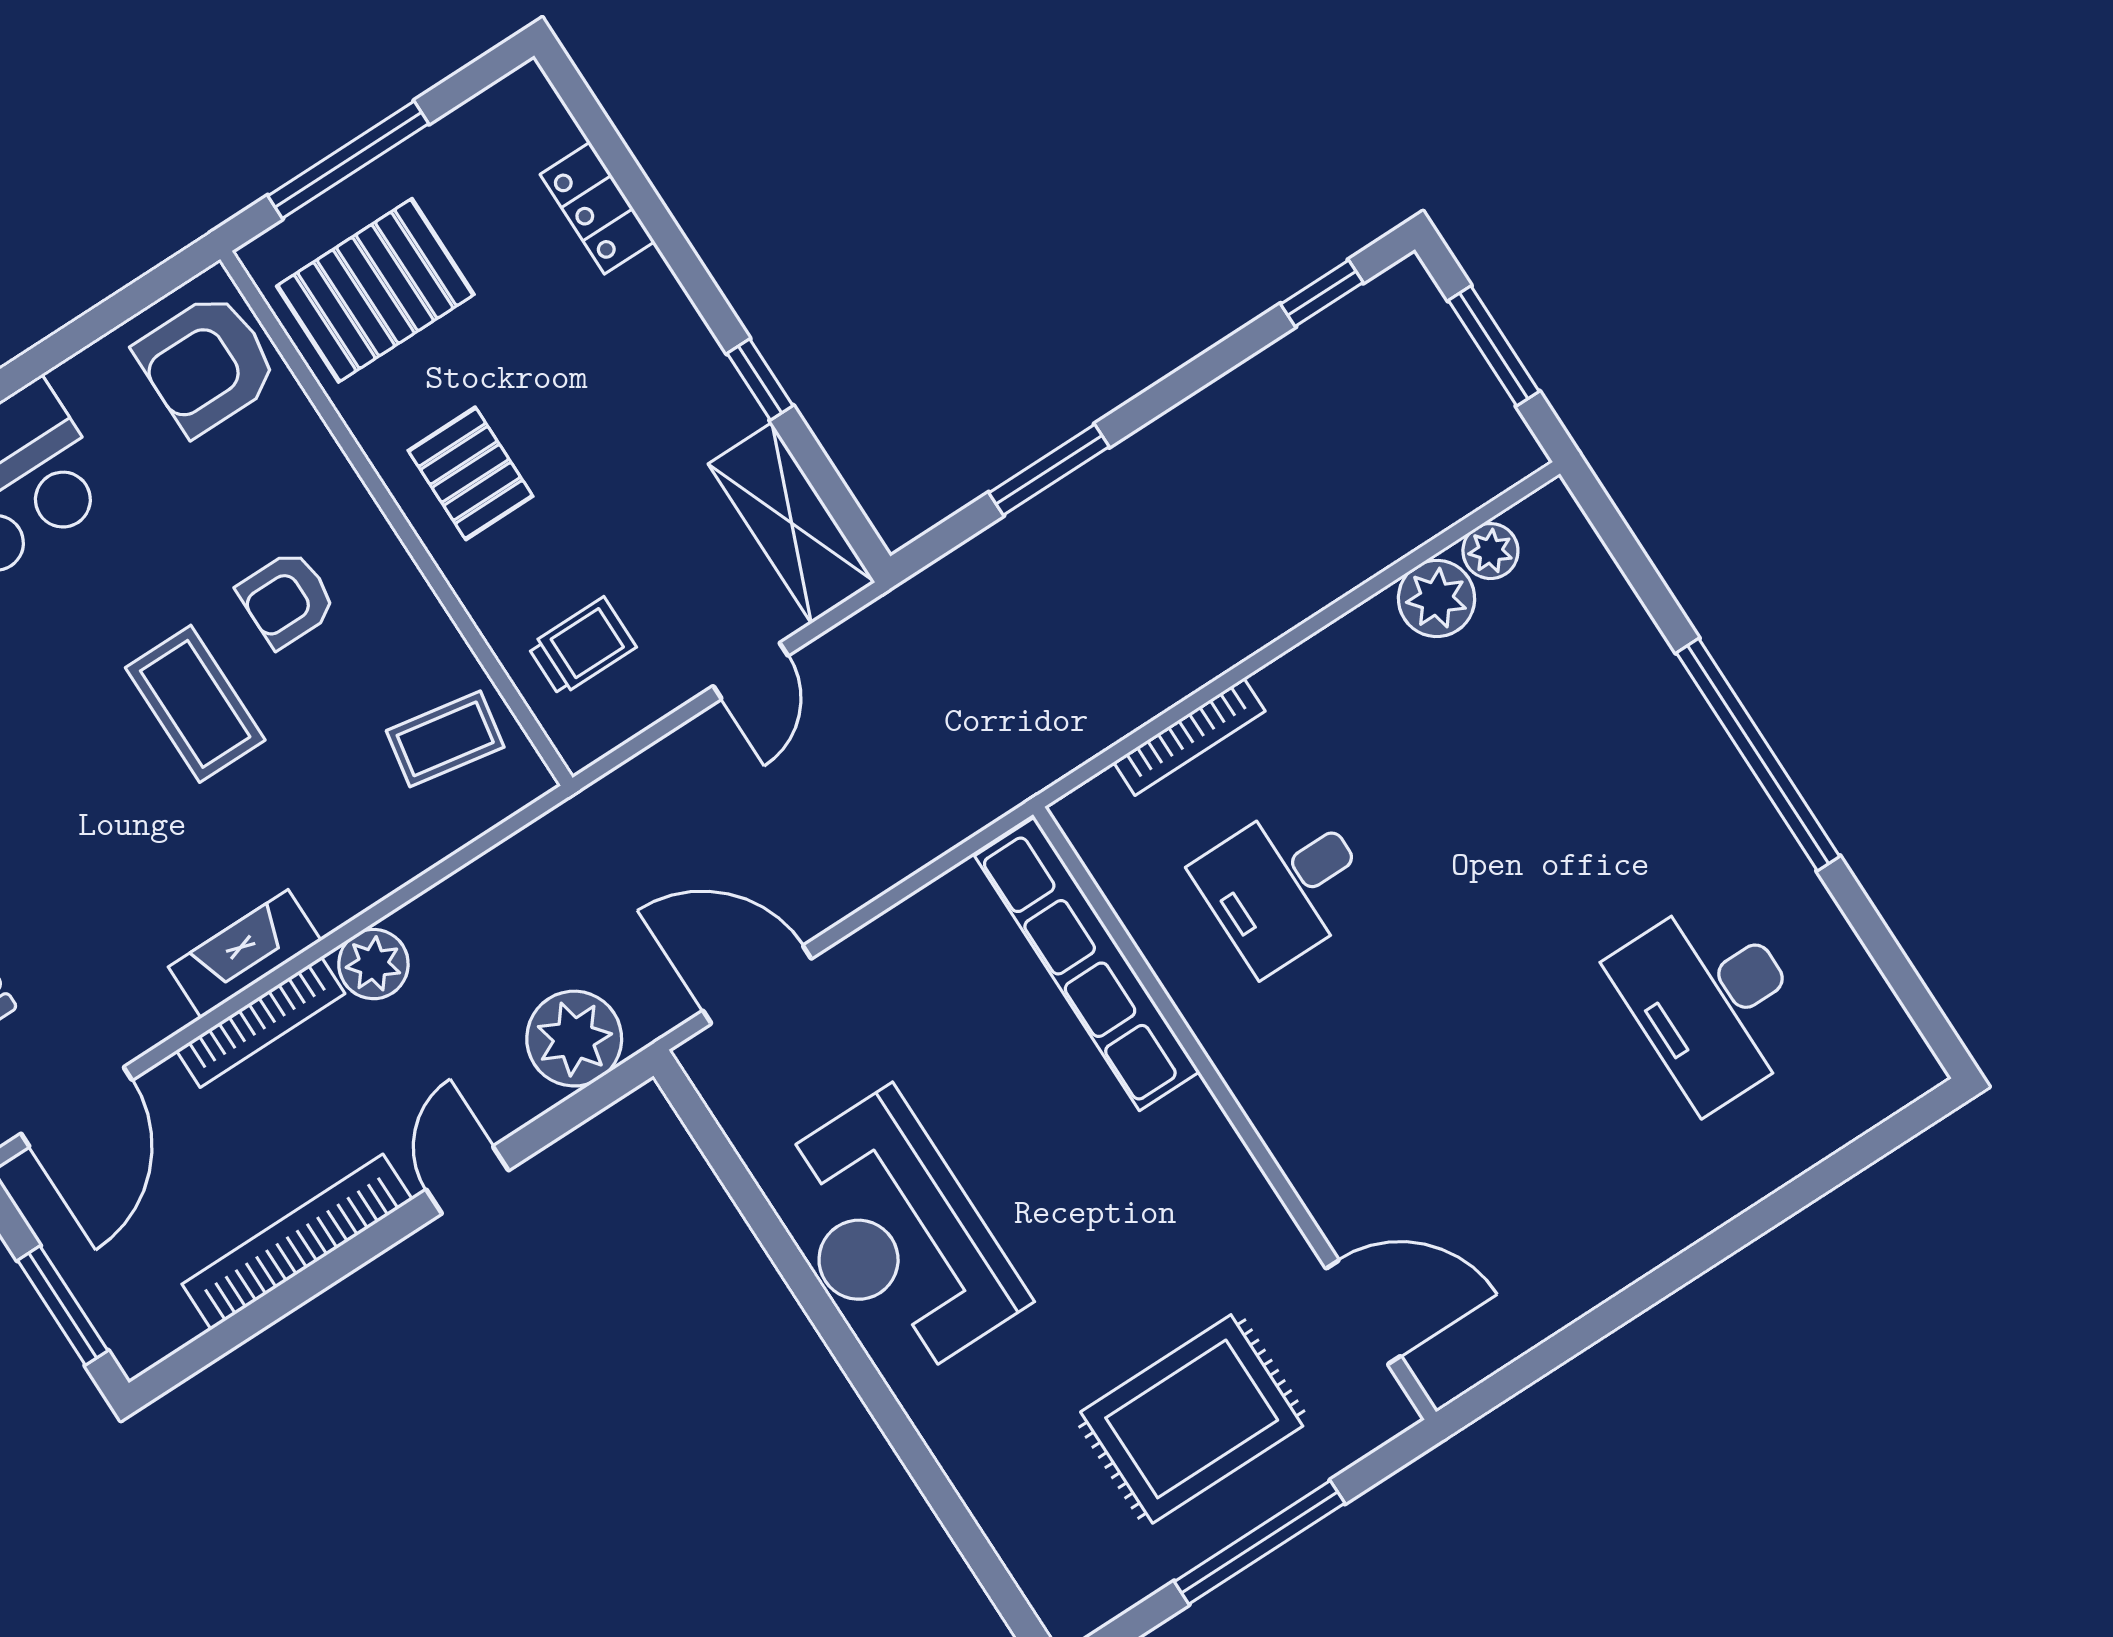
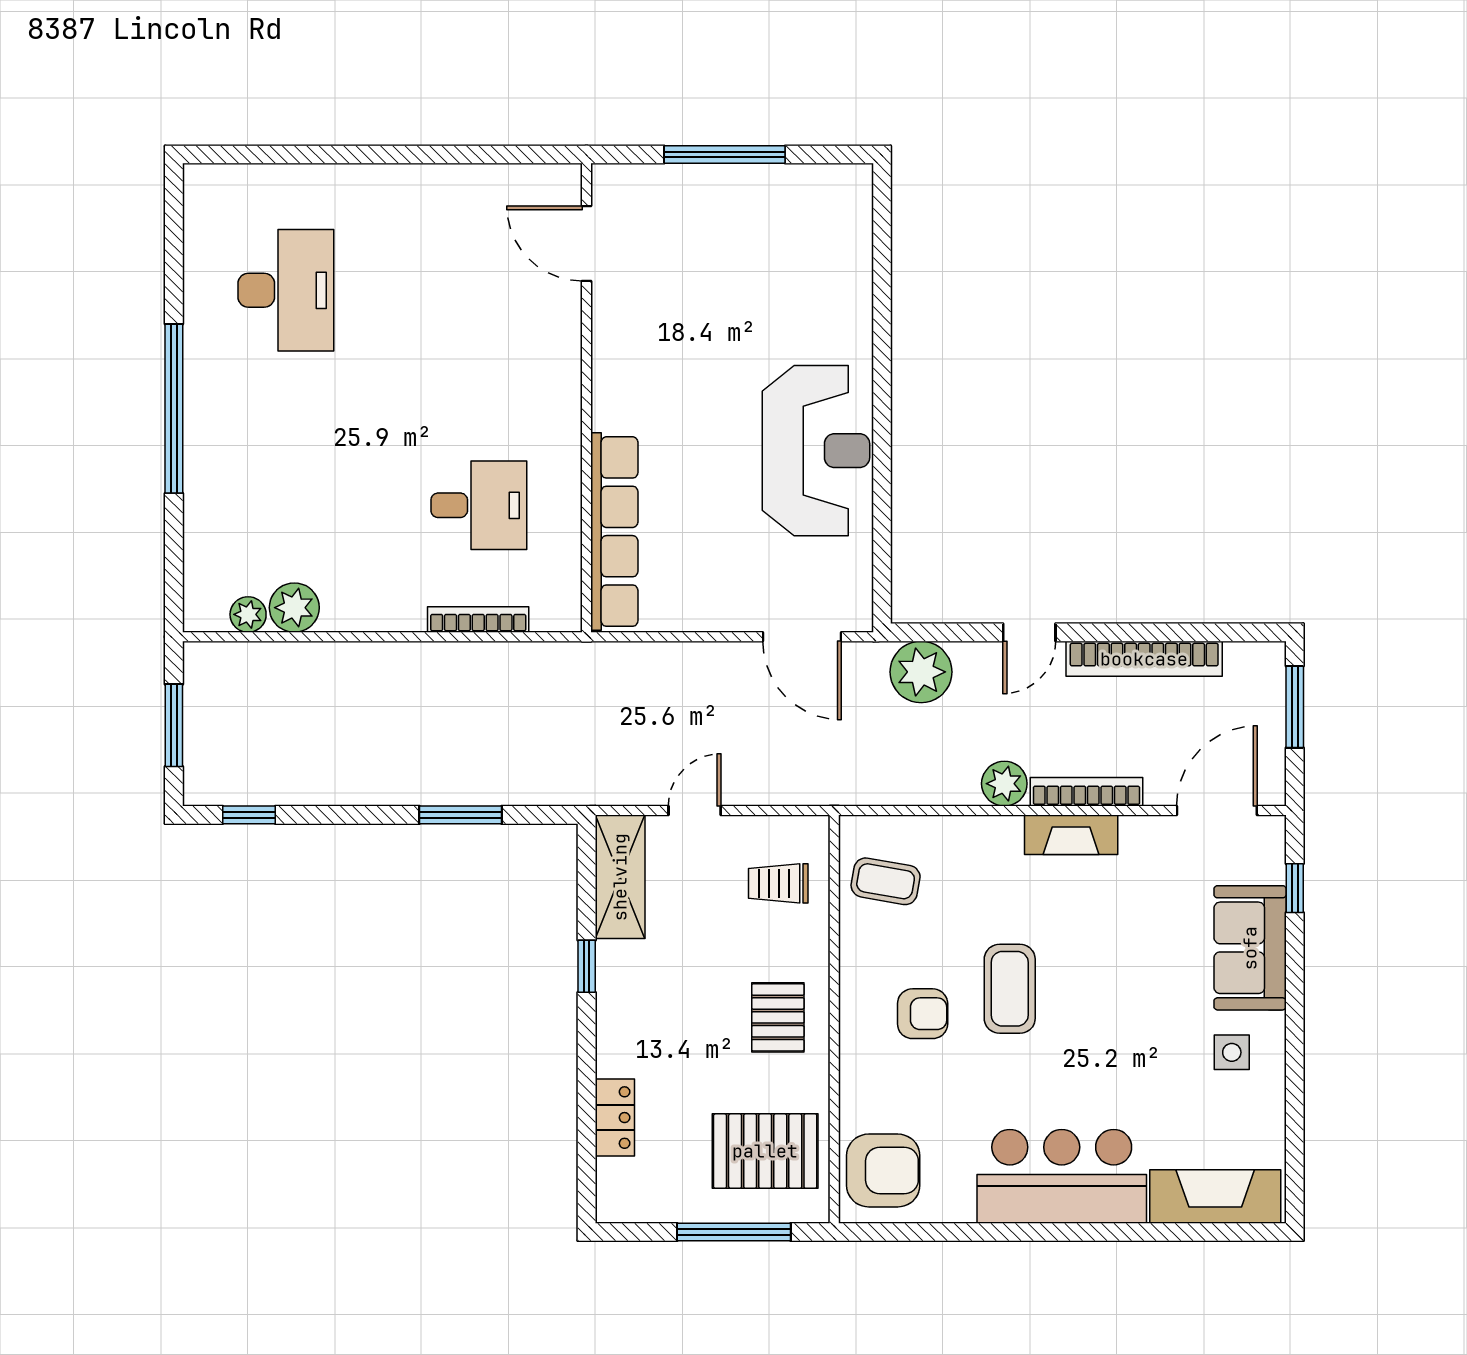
rug: (1192, 1419) -> (718, 246), removed

